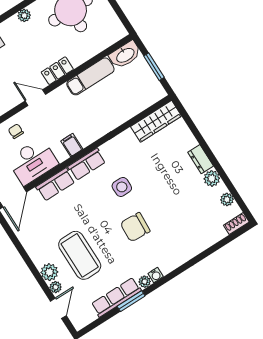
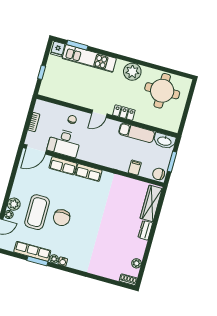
plant: (24, 15) -> (132, 72), width x1.87, depth x1.87
chair: (154, 92) -> (159, 174), added
door: (35, 98) -> (99, 114), swing flipped
wardrobe: (156, 121) -> (151, 203), moved, turned 90
filing cabinet: (72, 145) -> (135, 168), moved
plant: (212, 178) -> (140, 245), removed
side table: (122, 187) -> (93, 202), removed
chair: (135, 227) -> (62, 218), moved, turned -93

